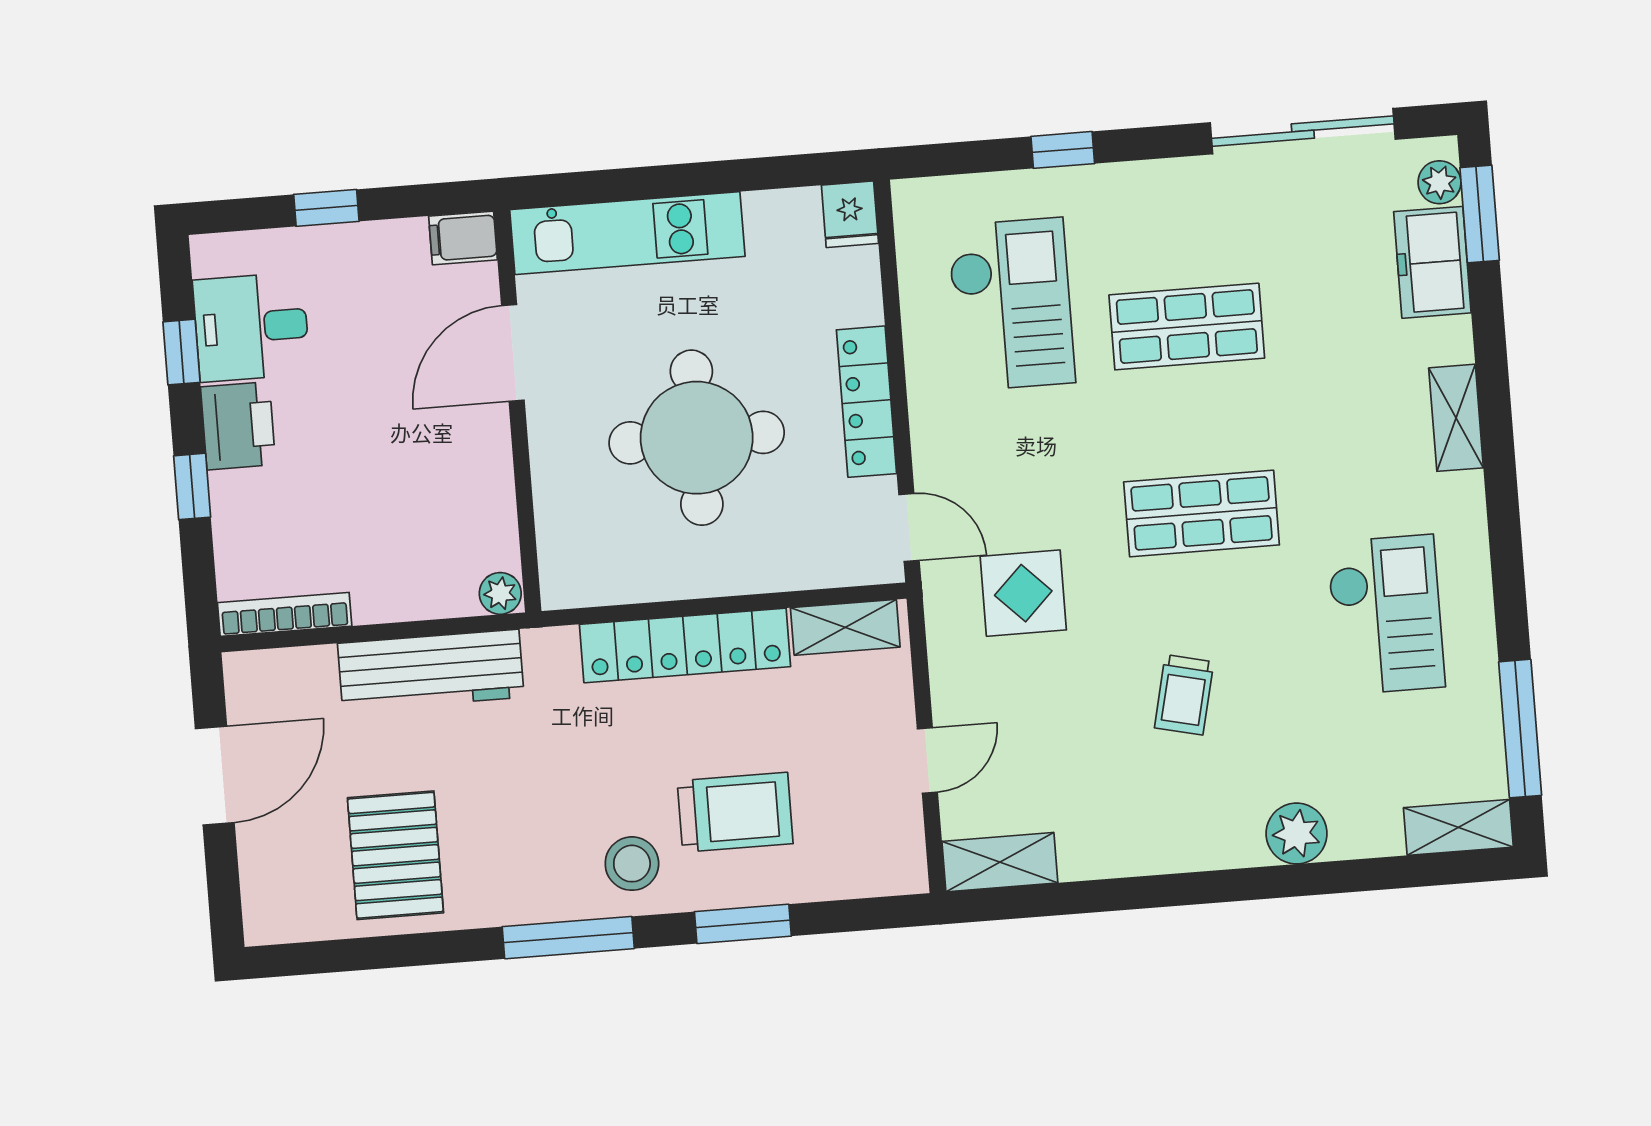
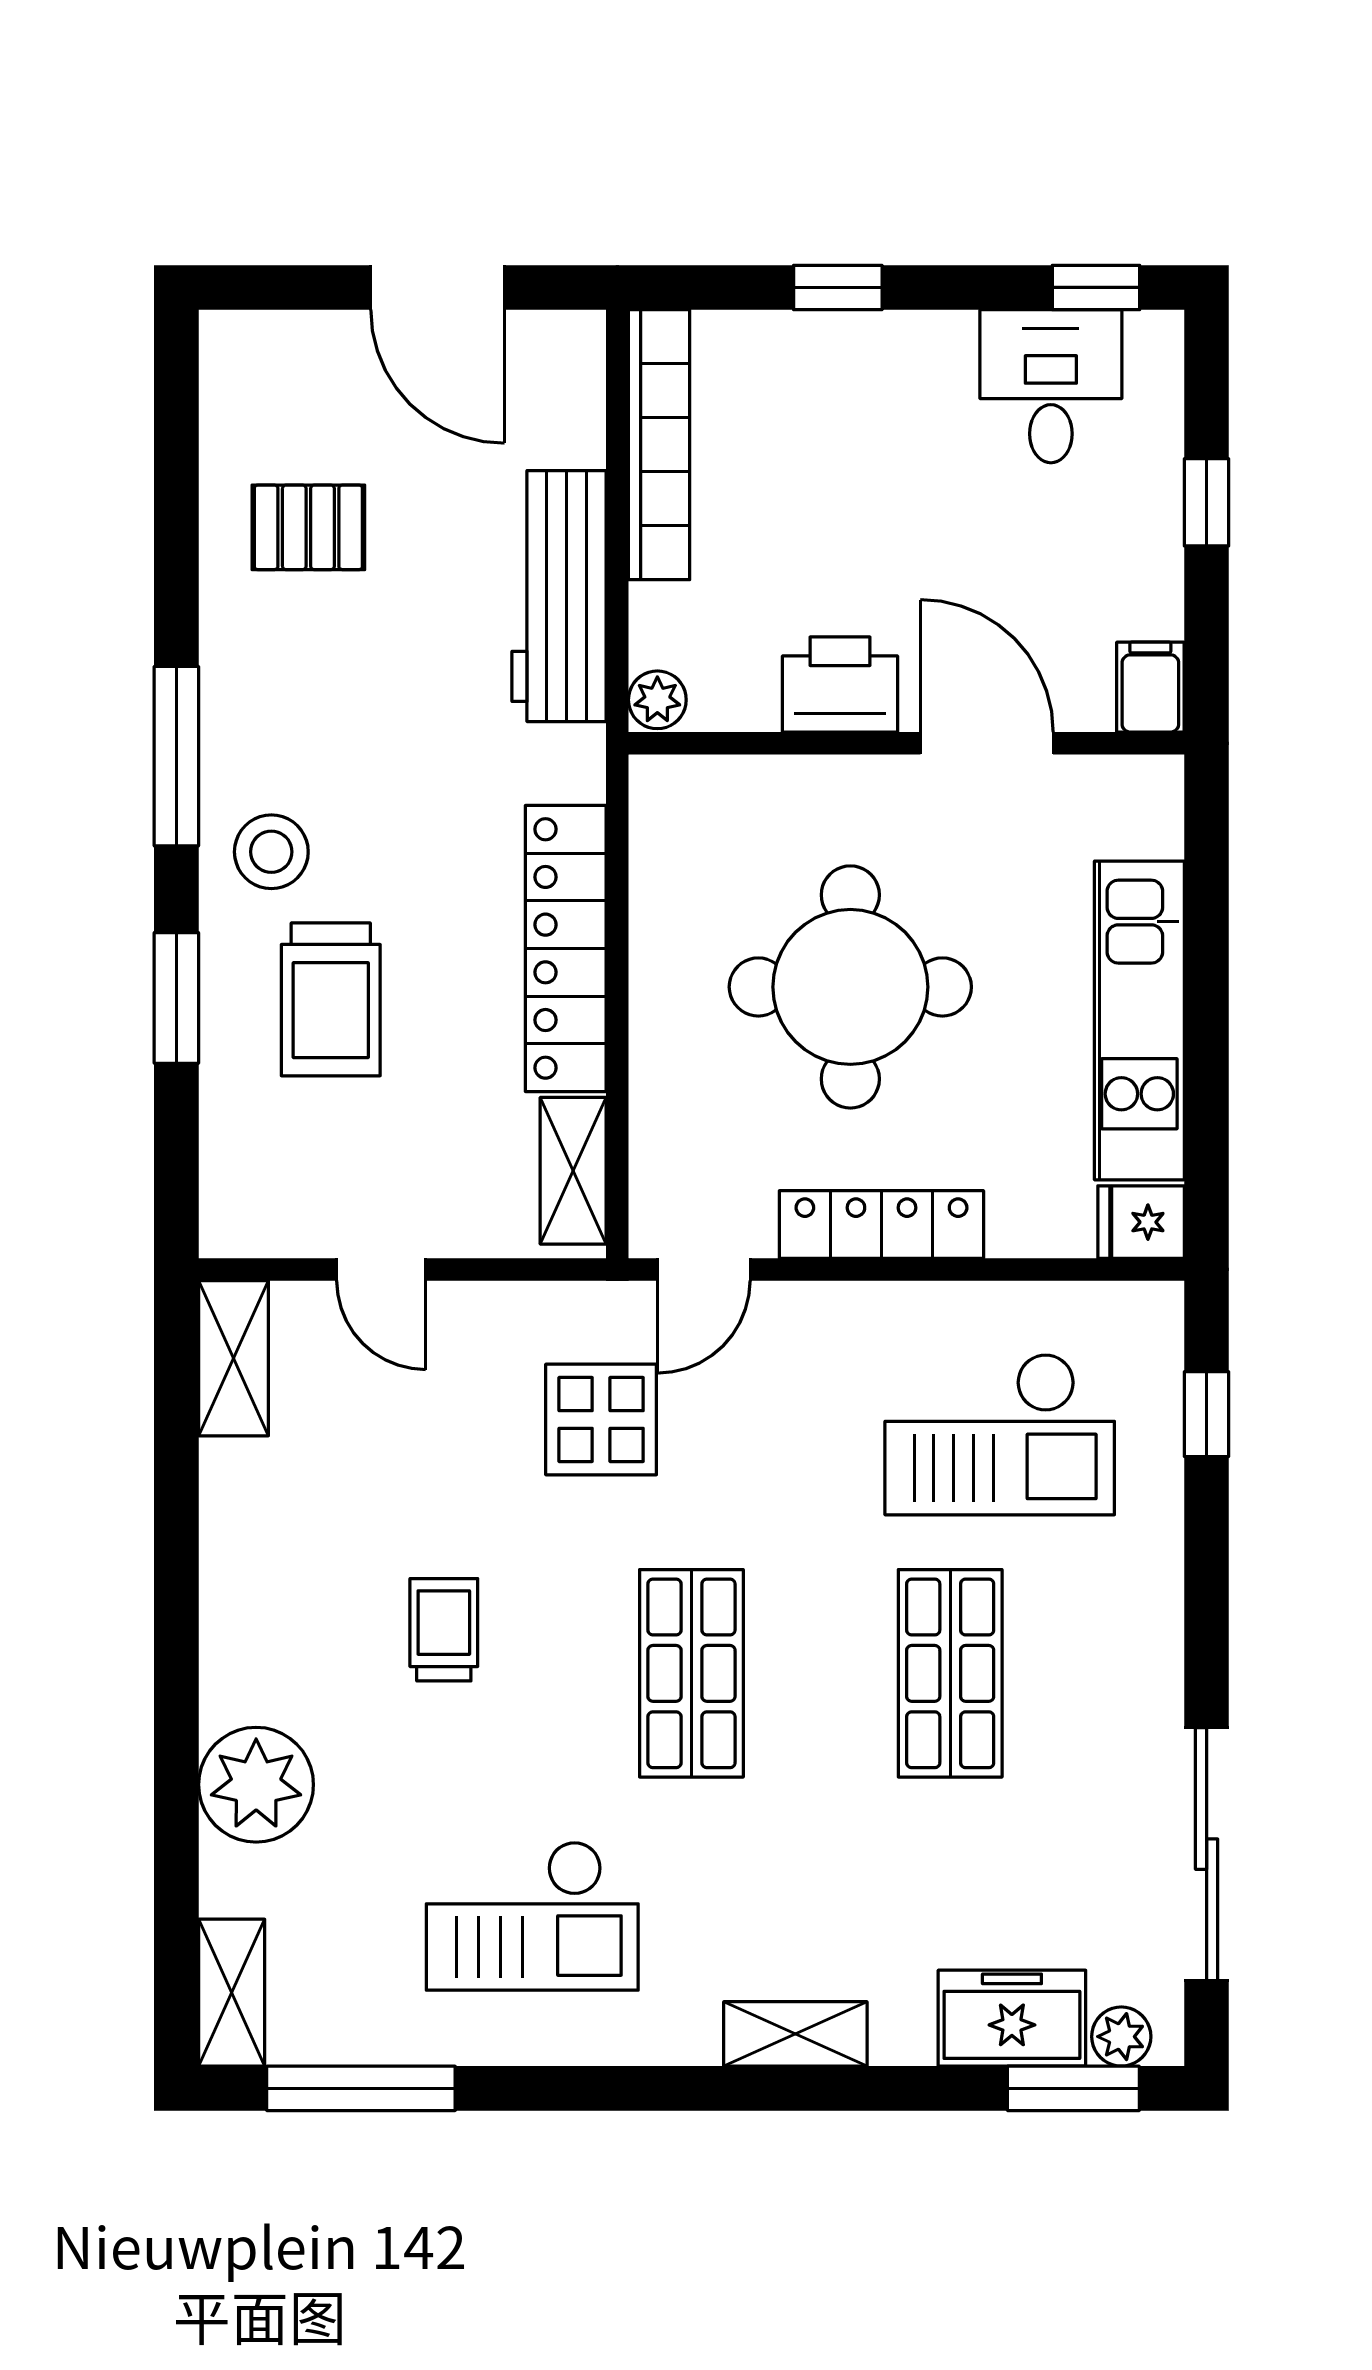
window: (1063, 150) -> (1207, 1414), moved
kitchen unit: (627, 233) -> (1139, 1020), moved
window: (182, 352) -> (1096, 287), moved
printer: (238, 426) -> (840, 685), moved, turned 180
bookcase: (285, 614) -> (659, 445), width x1.48, depth x1.31
trolley: (1184, 695) -> (444, 1630), turned 77
plant: (1297, 834) -> (256, 1785), width x1.36, depth x1.36
pallet: (395, 855) -> (308, 527), width x0.67, depth x0.71

